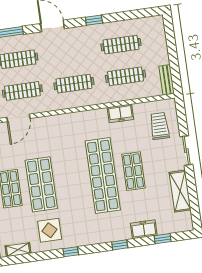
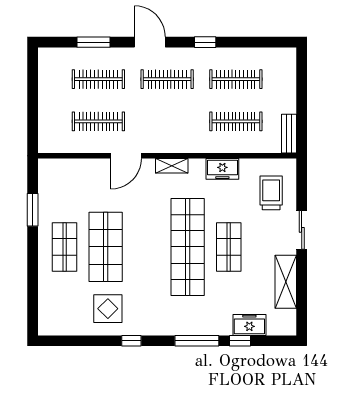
clothes rail: (74, 84) -> (167, 79), moved
door: (18, 118) -> (126, 156), moved
freezer: (144, 229) -> (249, 325), moved
window: (163, 239) -> (240, 341), moved
window: (120, 245) -> (197, 341), width x2.17
shelving: (18, 250) -> (172, 166), moved

